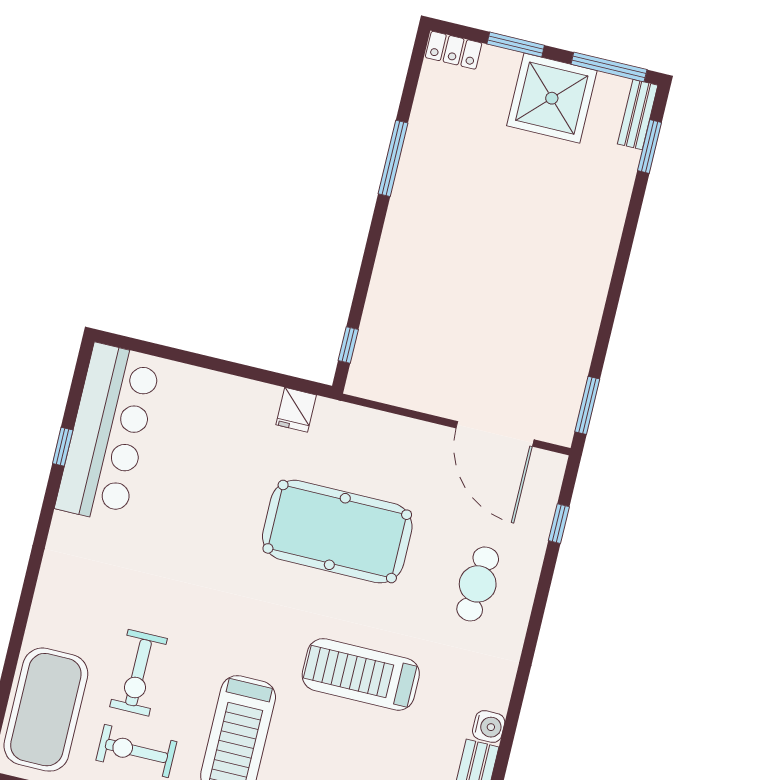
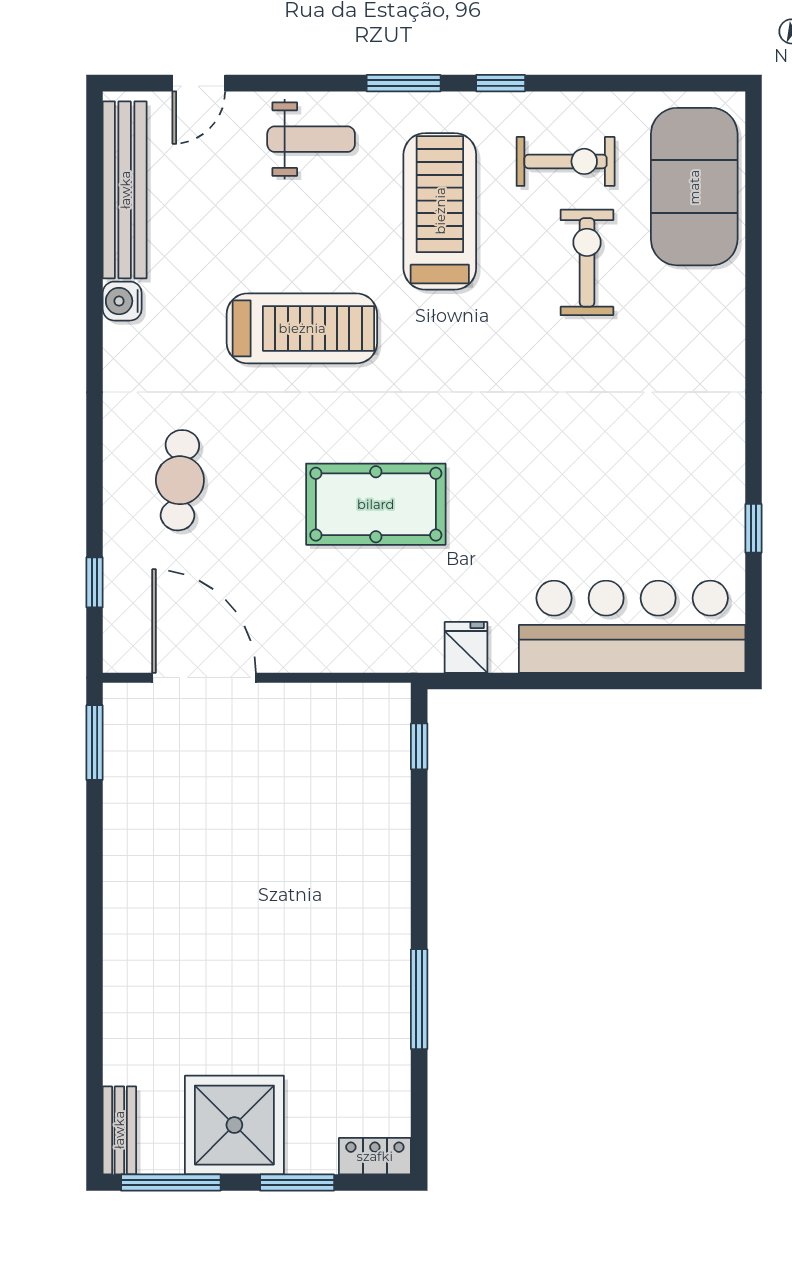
window: (649, 147) -> (94, 1093), removed
bar counter: (108, 433) -> (632, 627), moved, turned 90
pool table: (337, 532) -> (376, 504), width x0.73, depth x0.76

